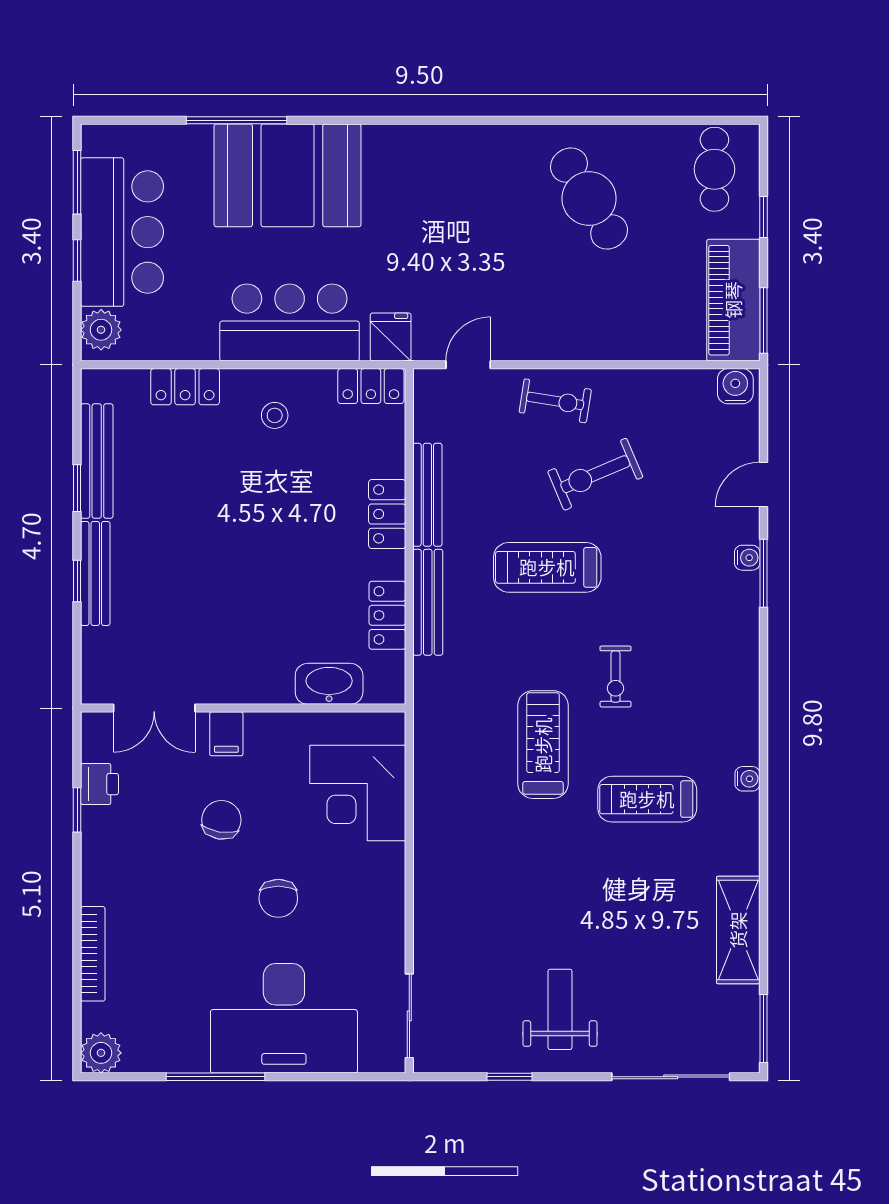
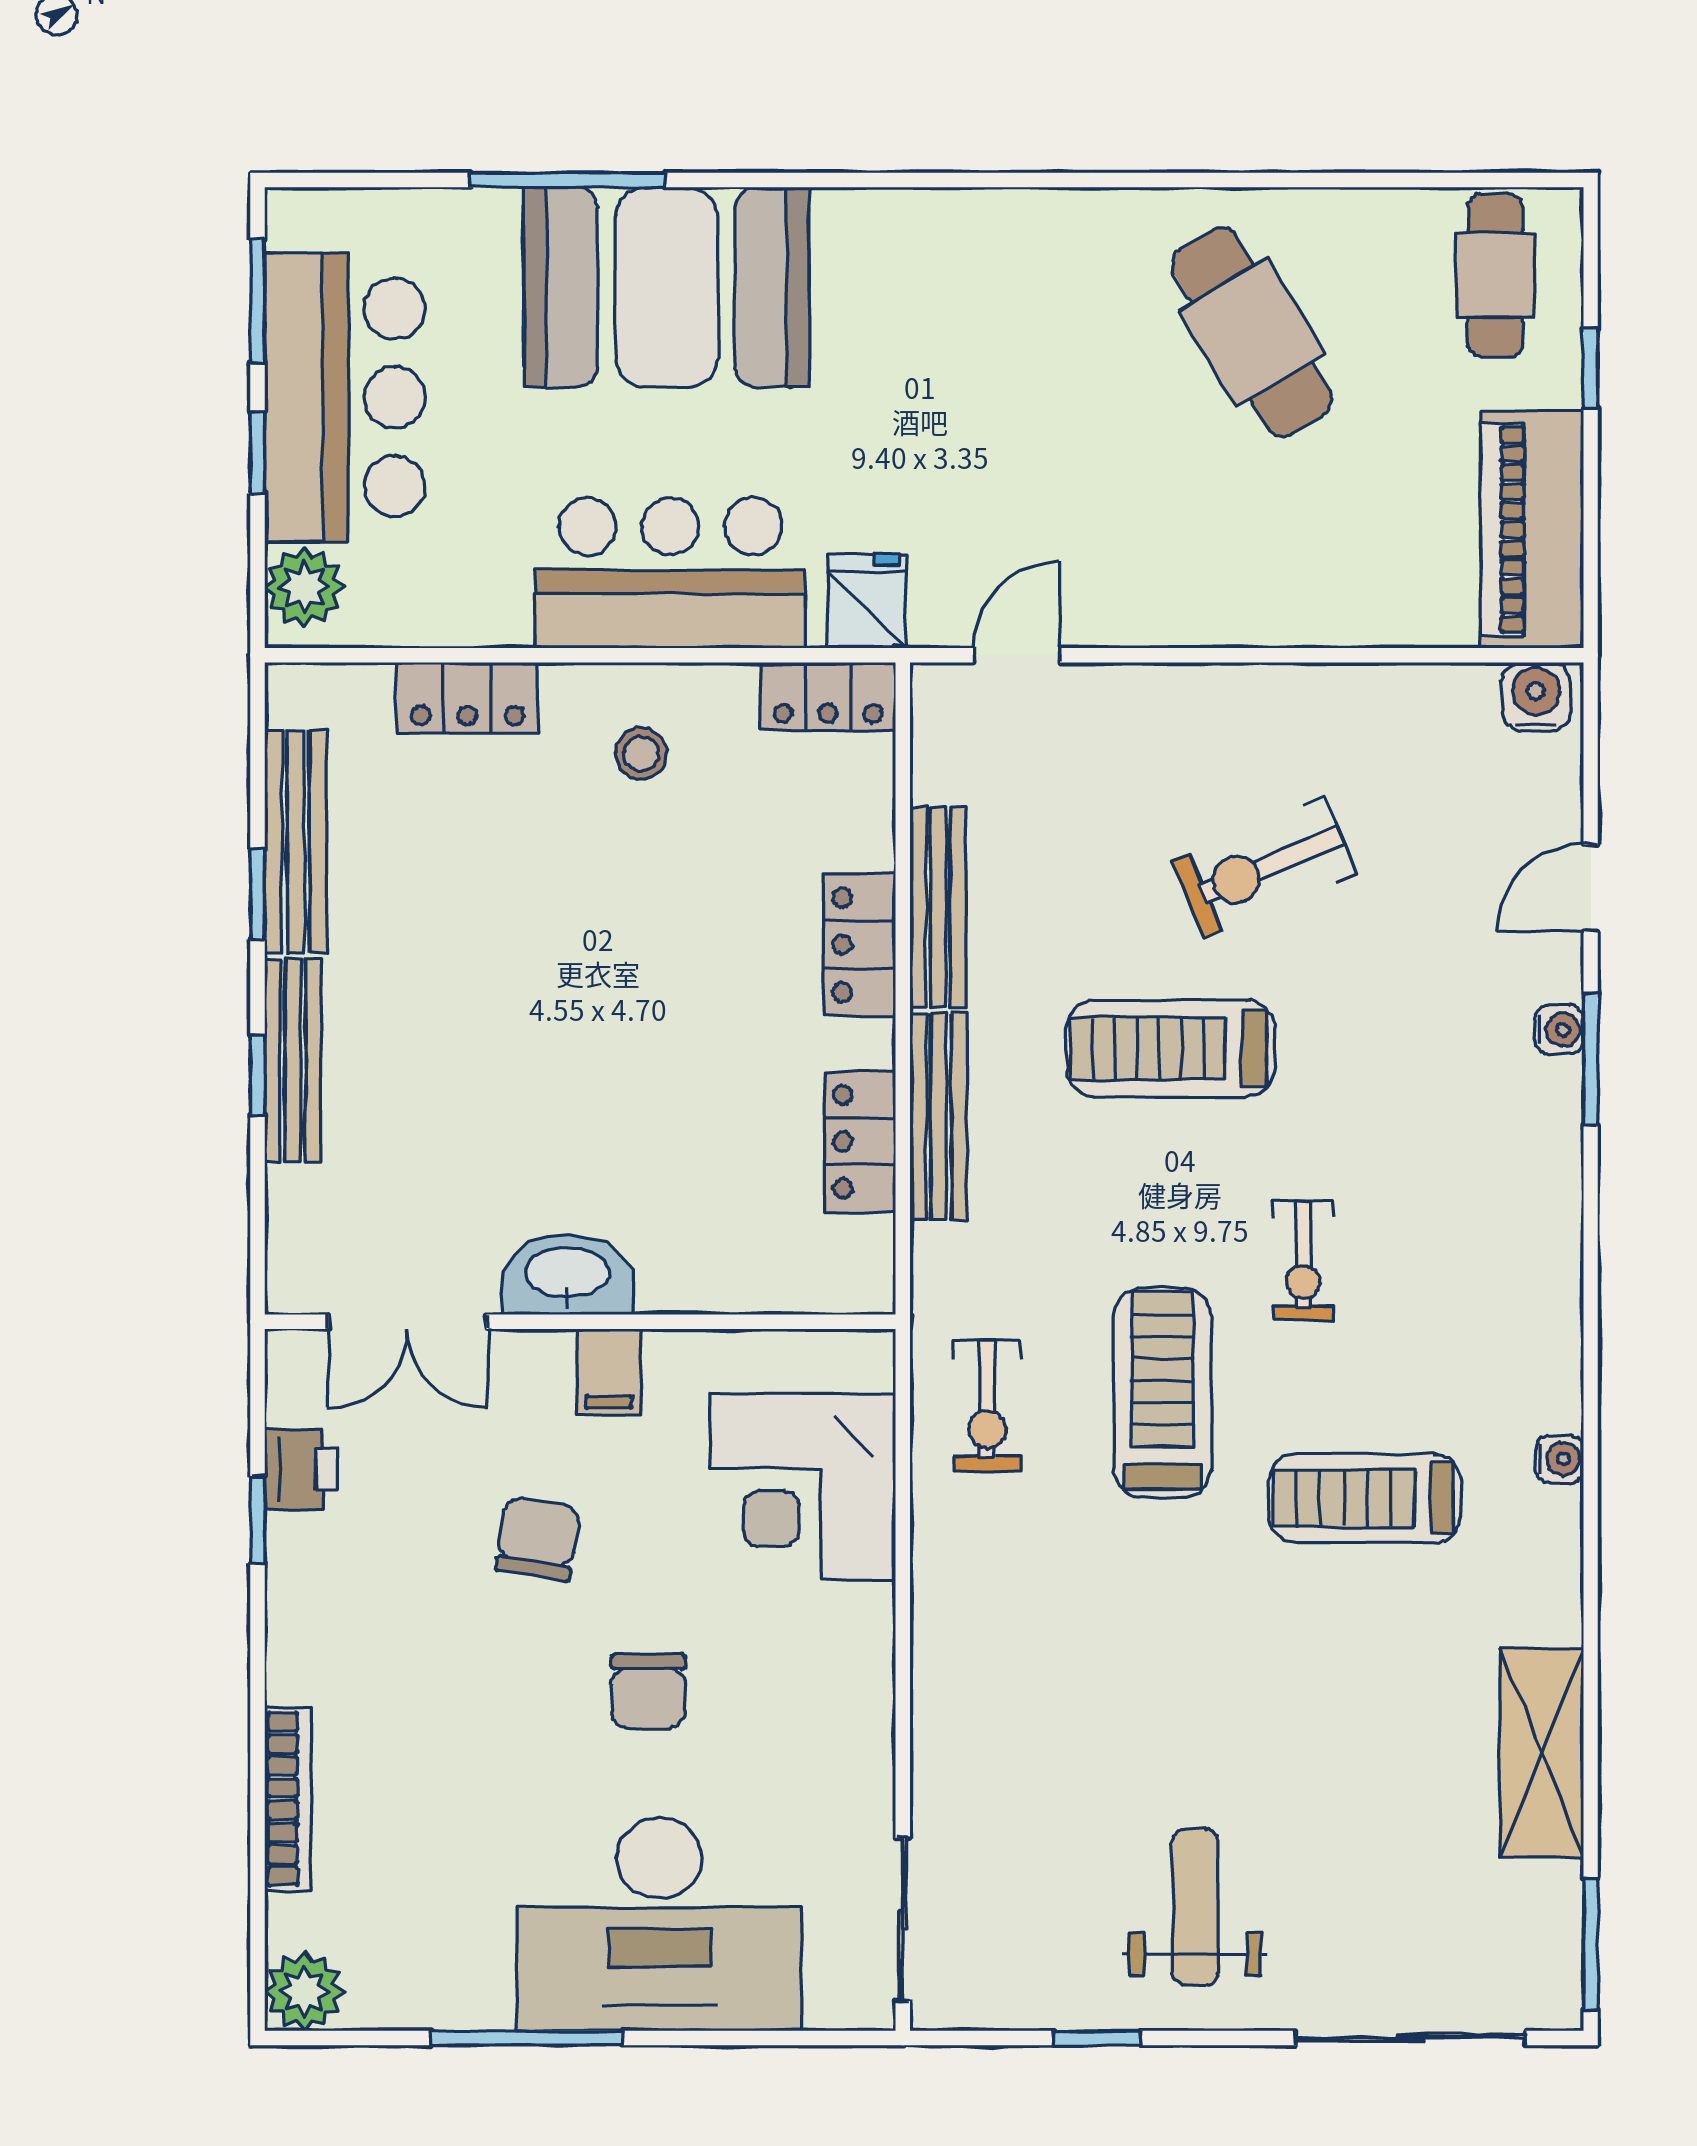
window: (763, 321) -> (1591, 569), removed
exercise bike: (555, 401) -> (987, 1406), moved, turned 81
washbasin: (329, 684) -> (567, 1275), moved
filing cabinet: (226, 734) -> (609, 1372), moved

